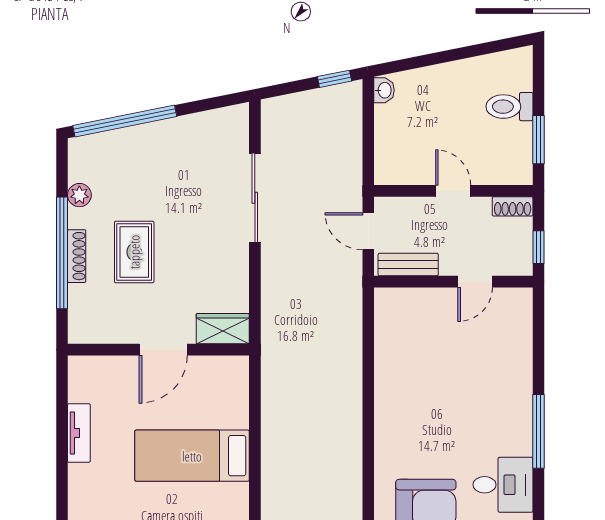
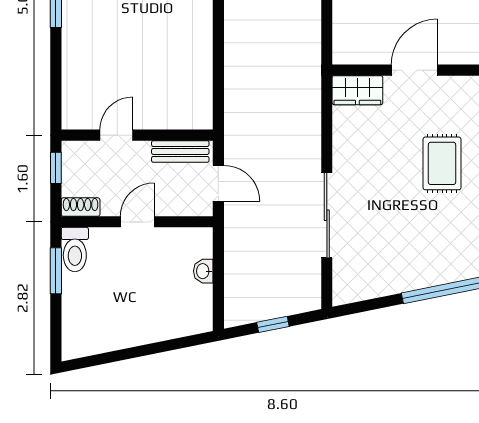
window: (334, 79) -> (273, 324), moved
washbasin: (384, 90) -> (203, 271), moved
toilet: (509, 107) -> (75, 250), moved, turned 90
door: (453, 191) -> (137, 222), swing flipped

